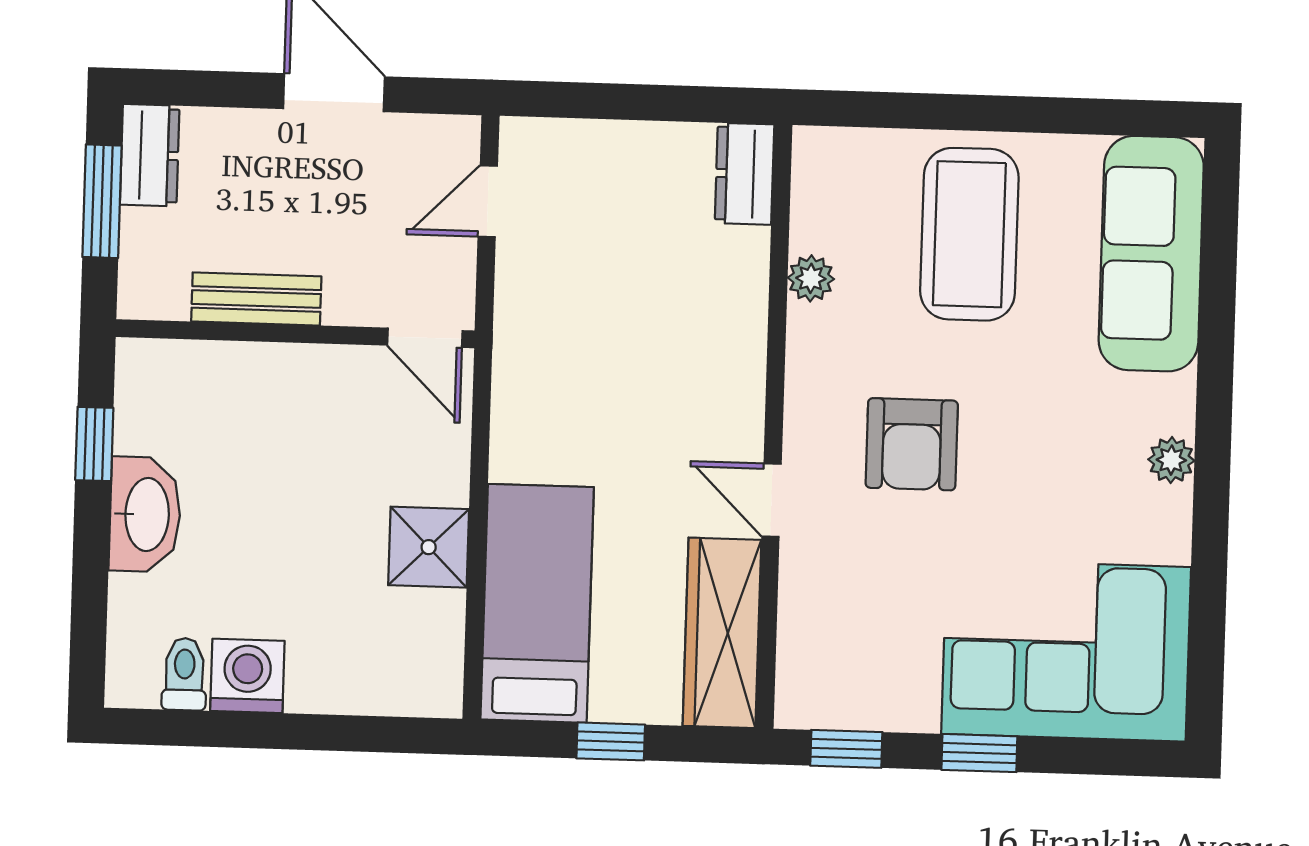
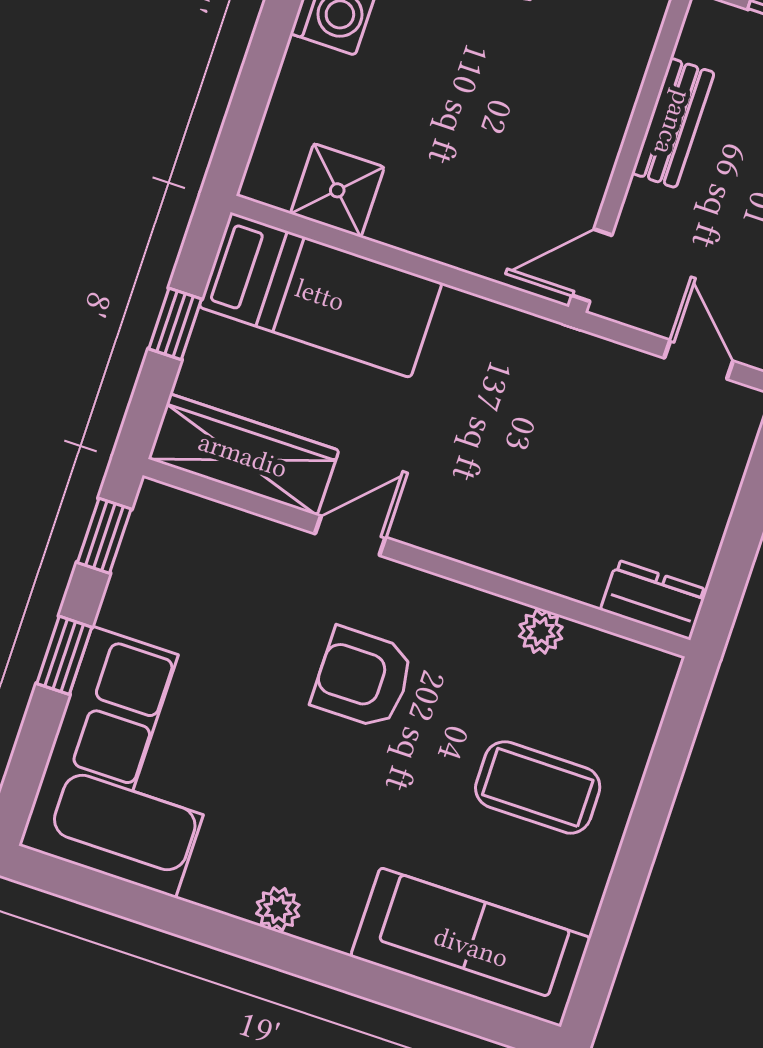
coffee table: (969, 234) -> (538, 787), width x0.73, depth x0.76
shower: (429, 547) -> (337, 190), moved

